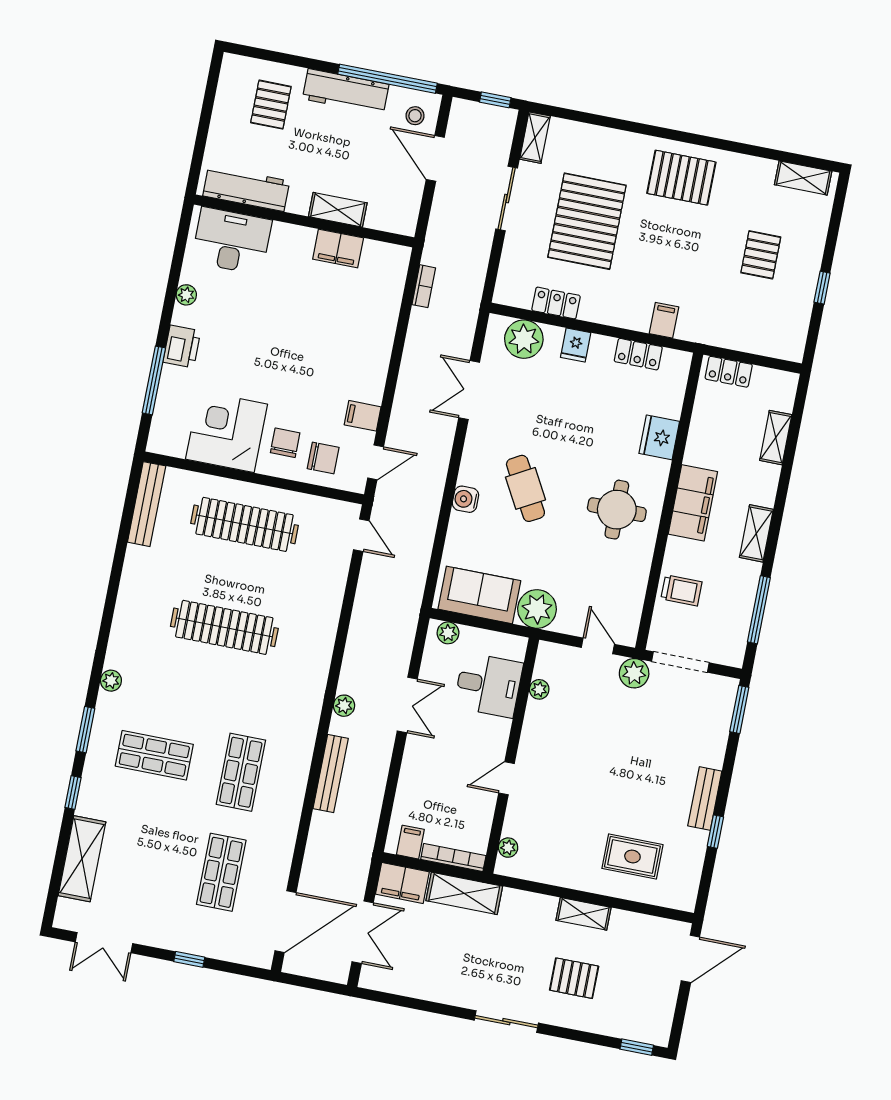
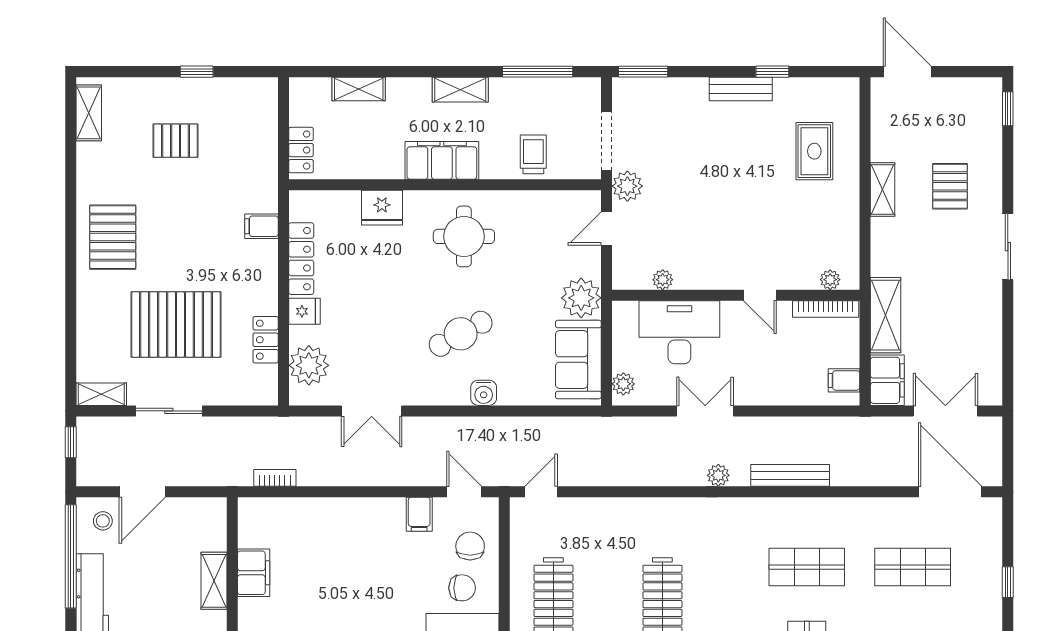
locker: (638, 354) -> (301, 259), width x1.53
chair: (285, 443) -> (462, 588), turned 180
desk: (488, 685) -> (679, 332), width x1.37
bookcase: (453, 858) -> (826, 309), moved, turned -90

